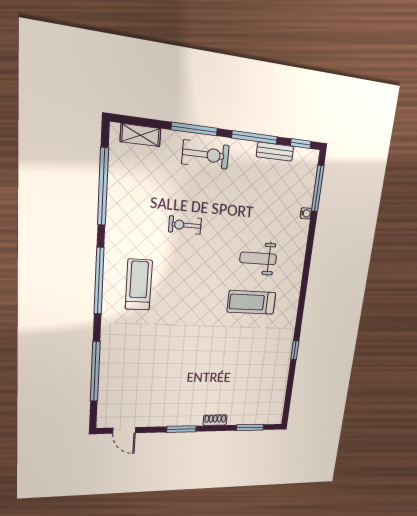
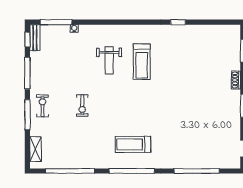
bench: (275, 152) -> (35, 38), moved
exercise bike: (205, 155) -> (42, 106), width x0.73, depth x0.72
exercise bike: (185, 225) -> (82, 106), moved

